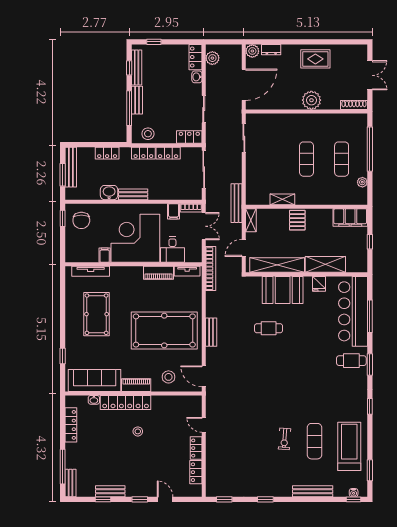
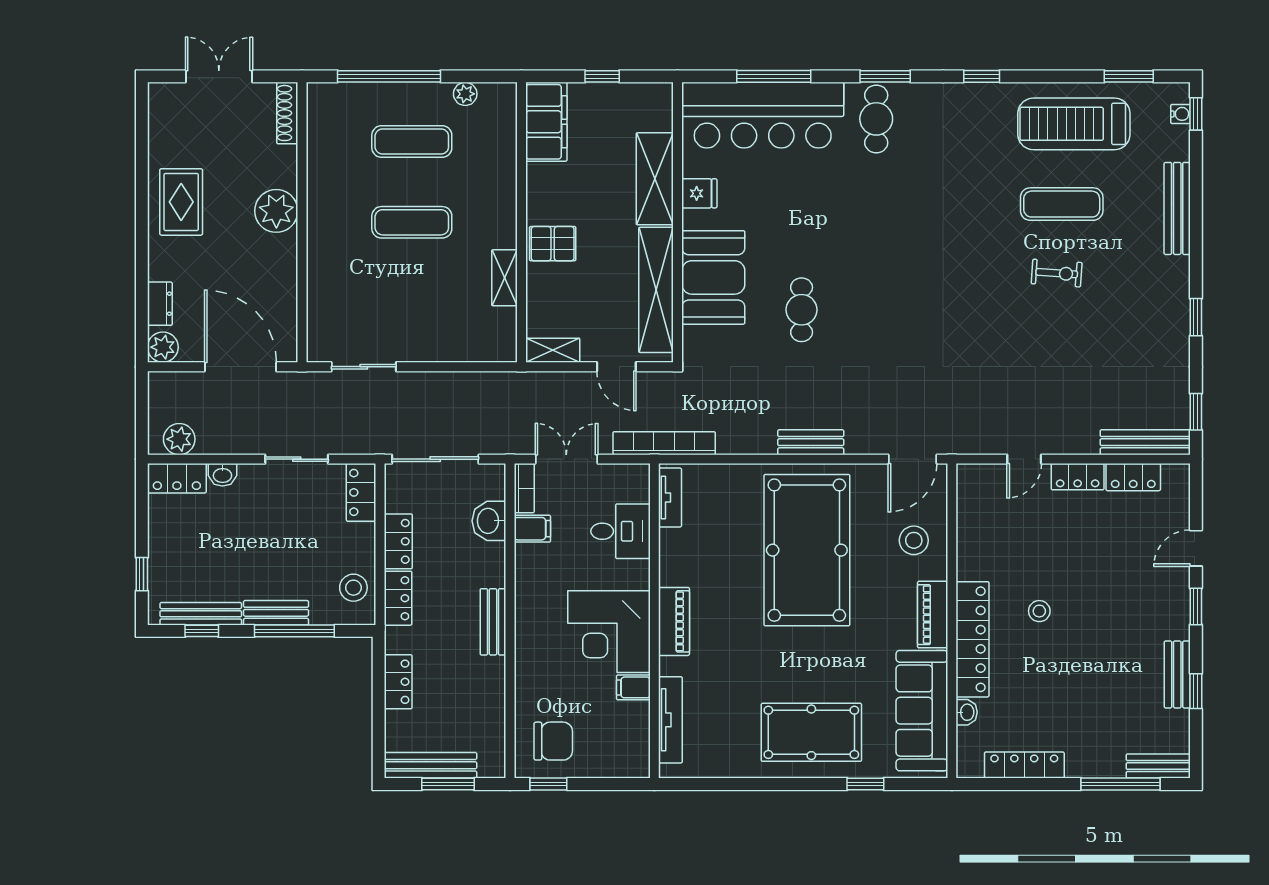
washbasin: (109, 193) -> (489, 521), moved
bench: (237, 203) -> (1145, 442), moved
corner desk: (135, 238) -> (609, 632), width x0.74, depth x0.74
piano: (158, 273) -> (674, 621), moved
pool table: (97, 314) -> (811, 732), moved

